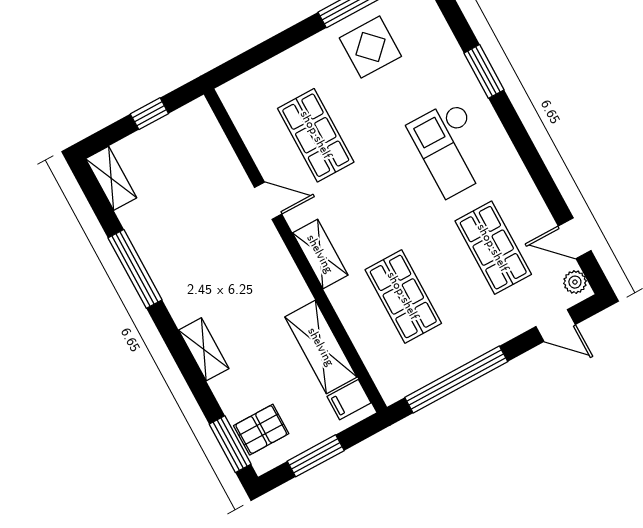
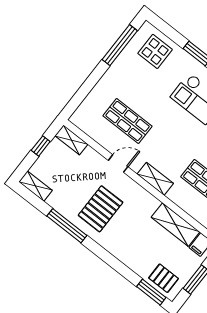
display table: (370, 47) -> (155, 51), moved
pallet: (205, 265) -> (101, 209), added
shelving: (204, 349) -> (71, 140), moved
pallet: (261, 430) -> (164, 278), turned 90

